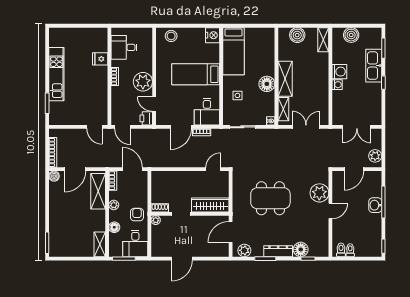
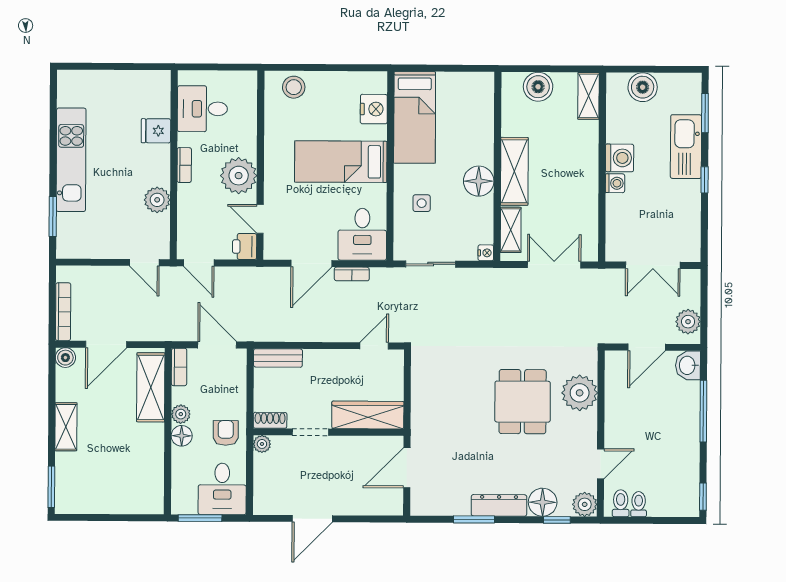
nightstand: (212, 35) -> (374, 109), moved
plant: (101, 94) -> (157, 200), added
bench: (164, 176) -> (278, 358), added
dining table: (270, 198) -> (523, 402), moved, width x0.73
washbasin: (375, 205) -> (688, 365), moved
door: (330, 211) -> (601, 464), moved
floor lamp: (114, 227) -> (182, 436), moved
shelving: (100, 244) -> (66, 427), moved
plant: (244, 250) -> (585, 504), moved

